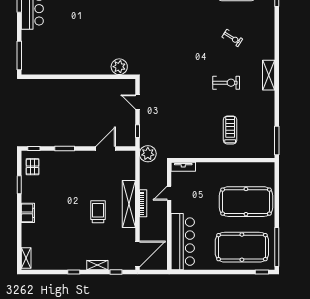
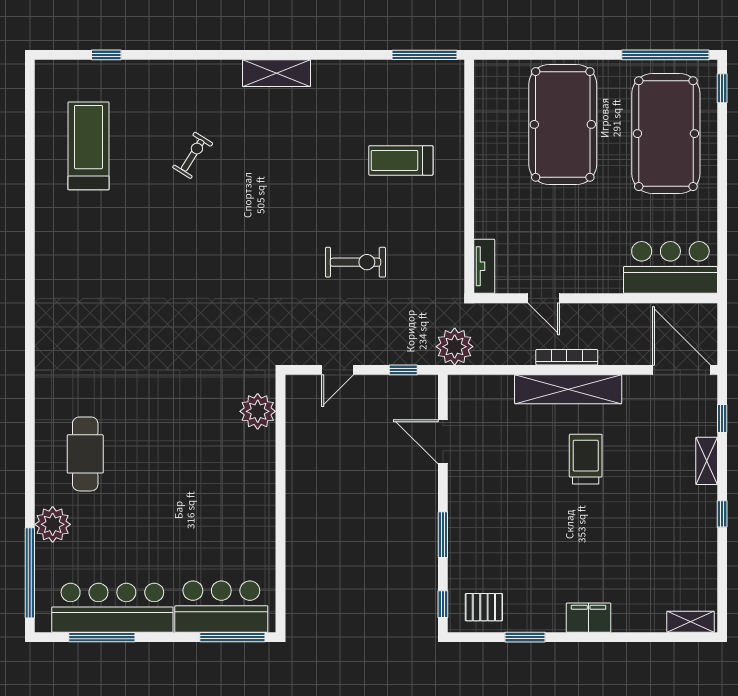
bar counter: (33, 51) -> (221, 607), added
exercise bike: (226, 83) -> (355, 262), moved, turned 90
trolley: (98, 212) -> (586, 459), turned 90
bar counter: (183, 242) -> (670, 267), width x0.73

